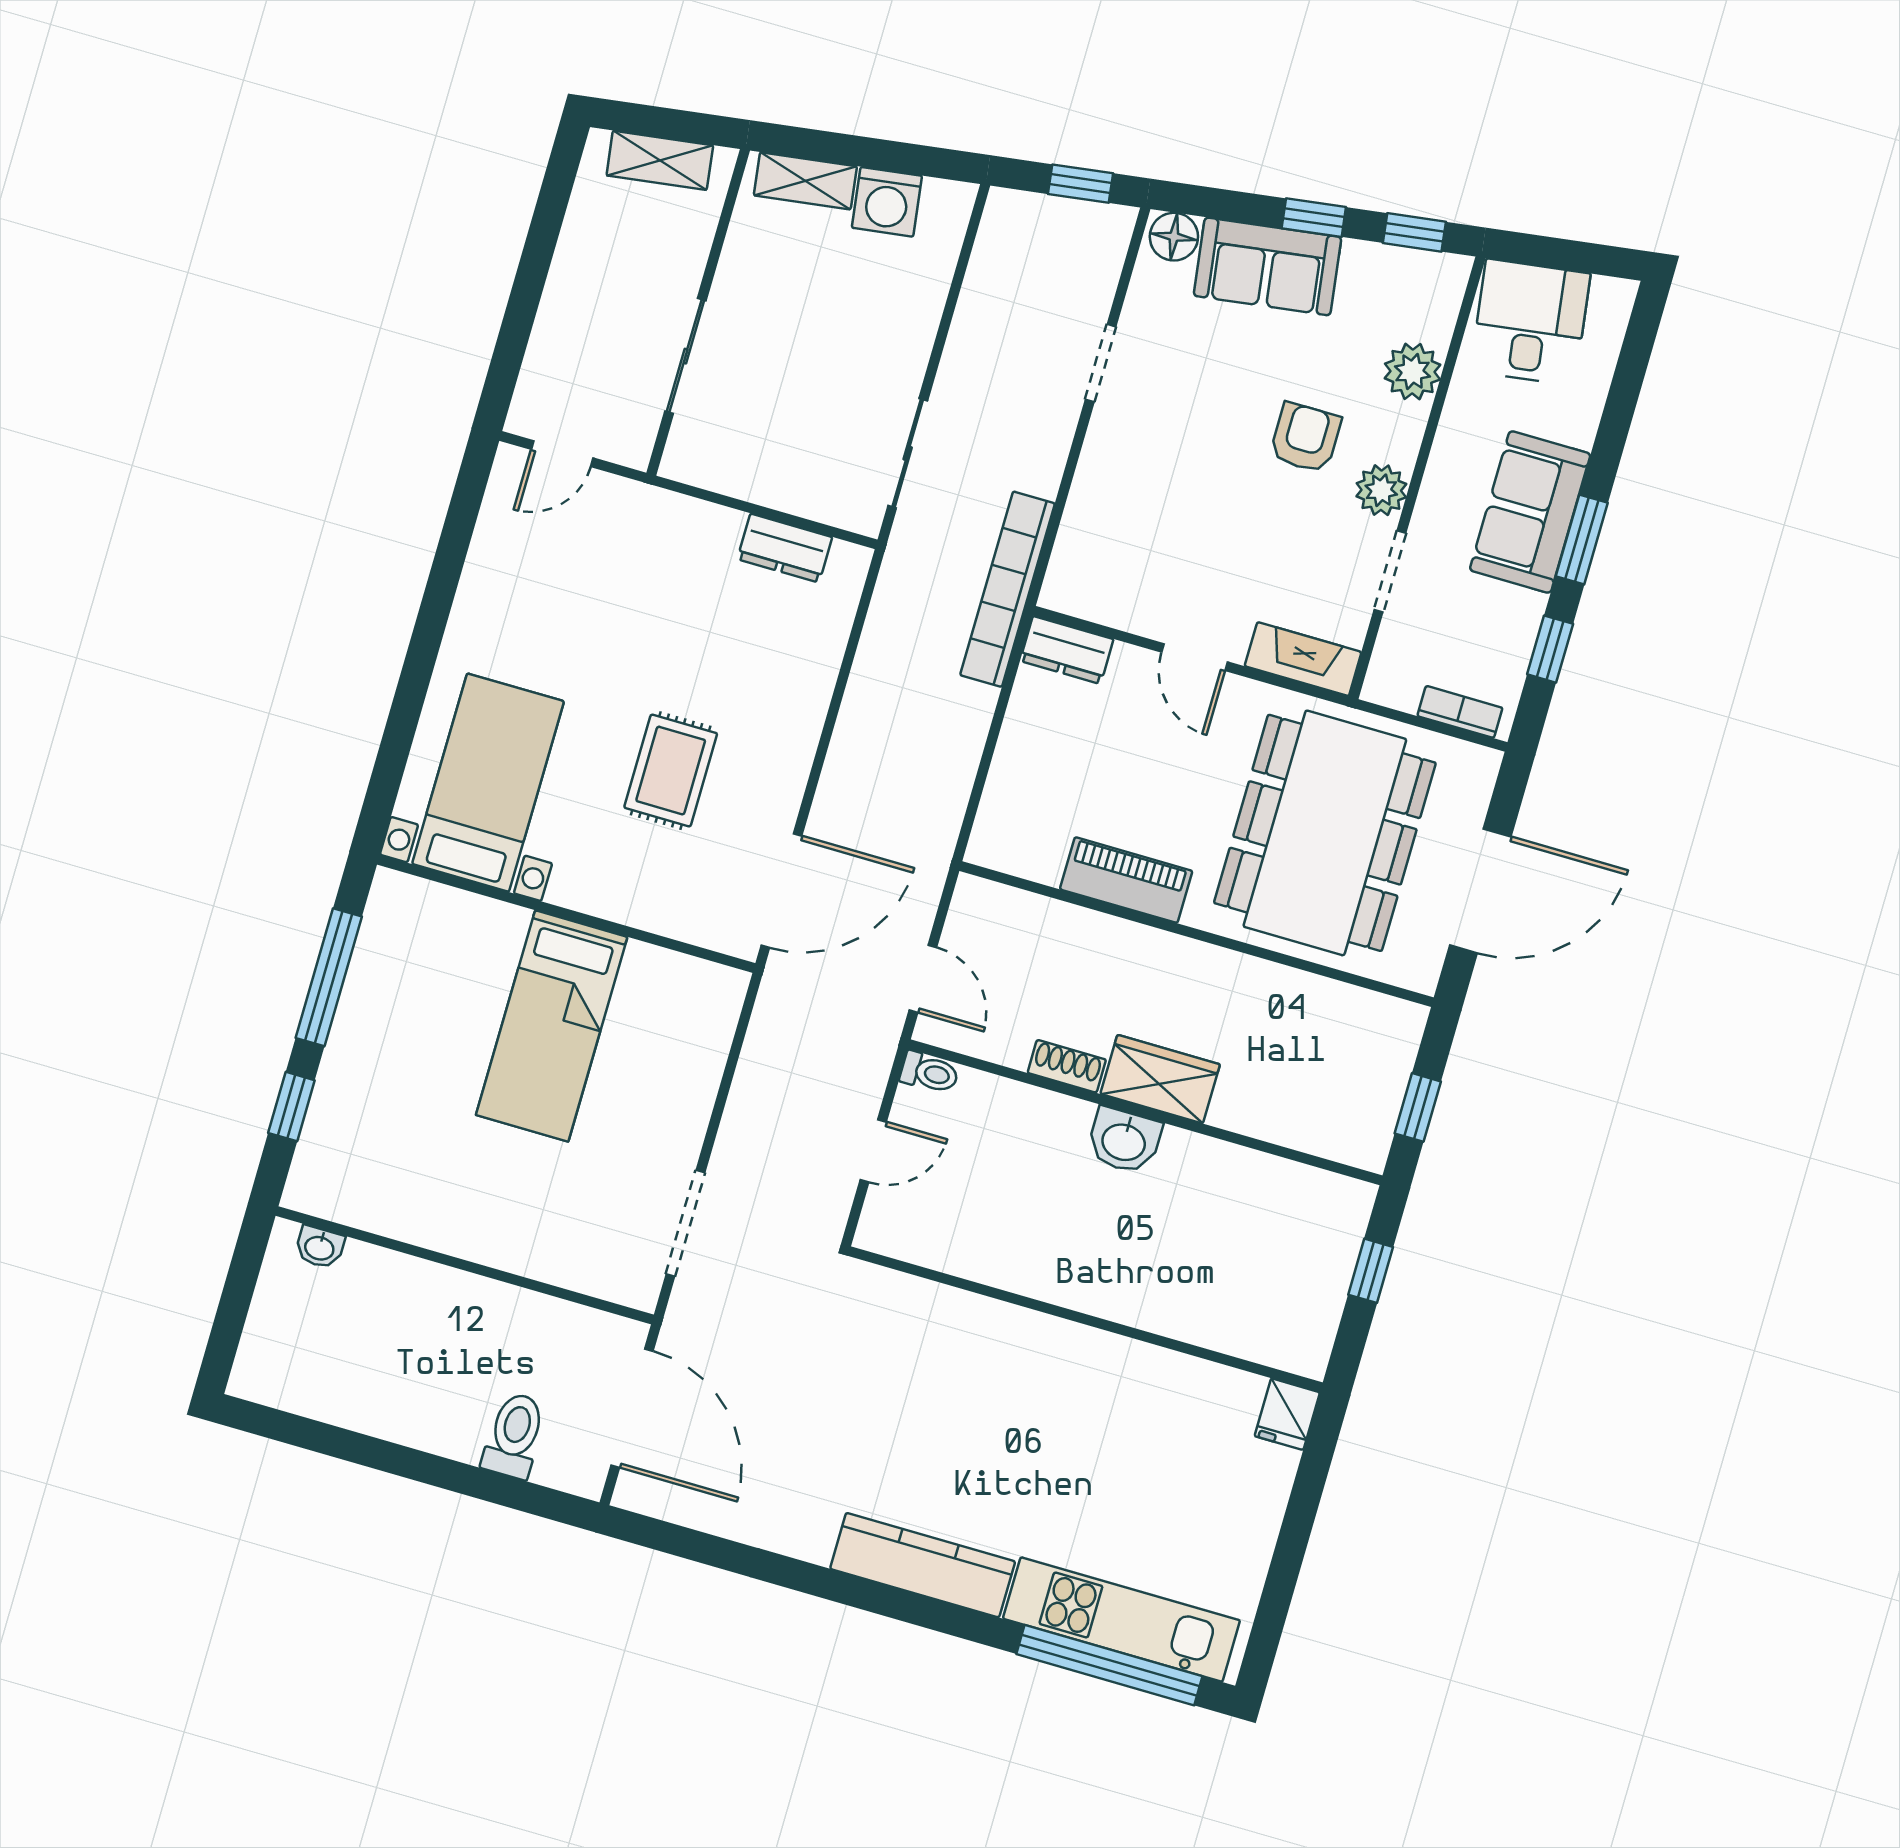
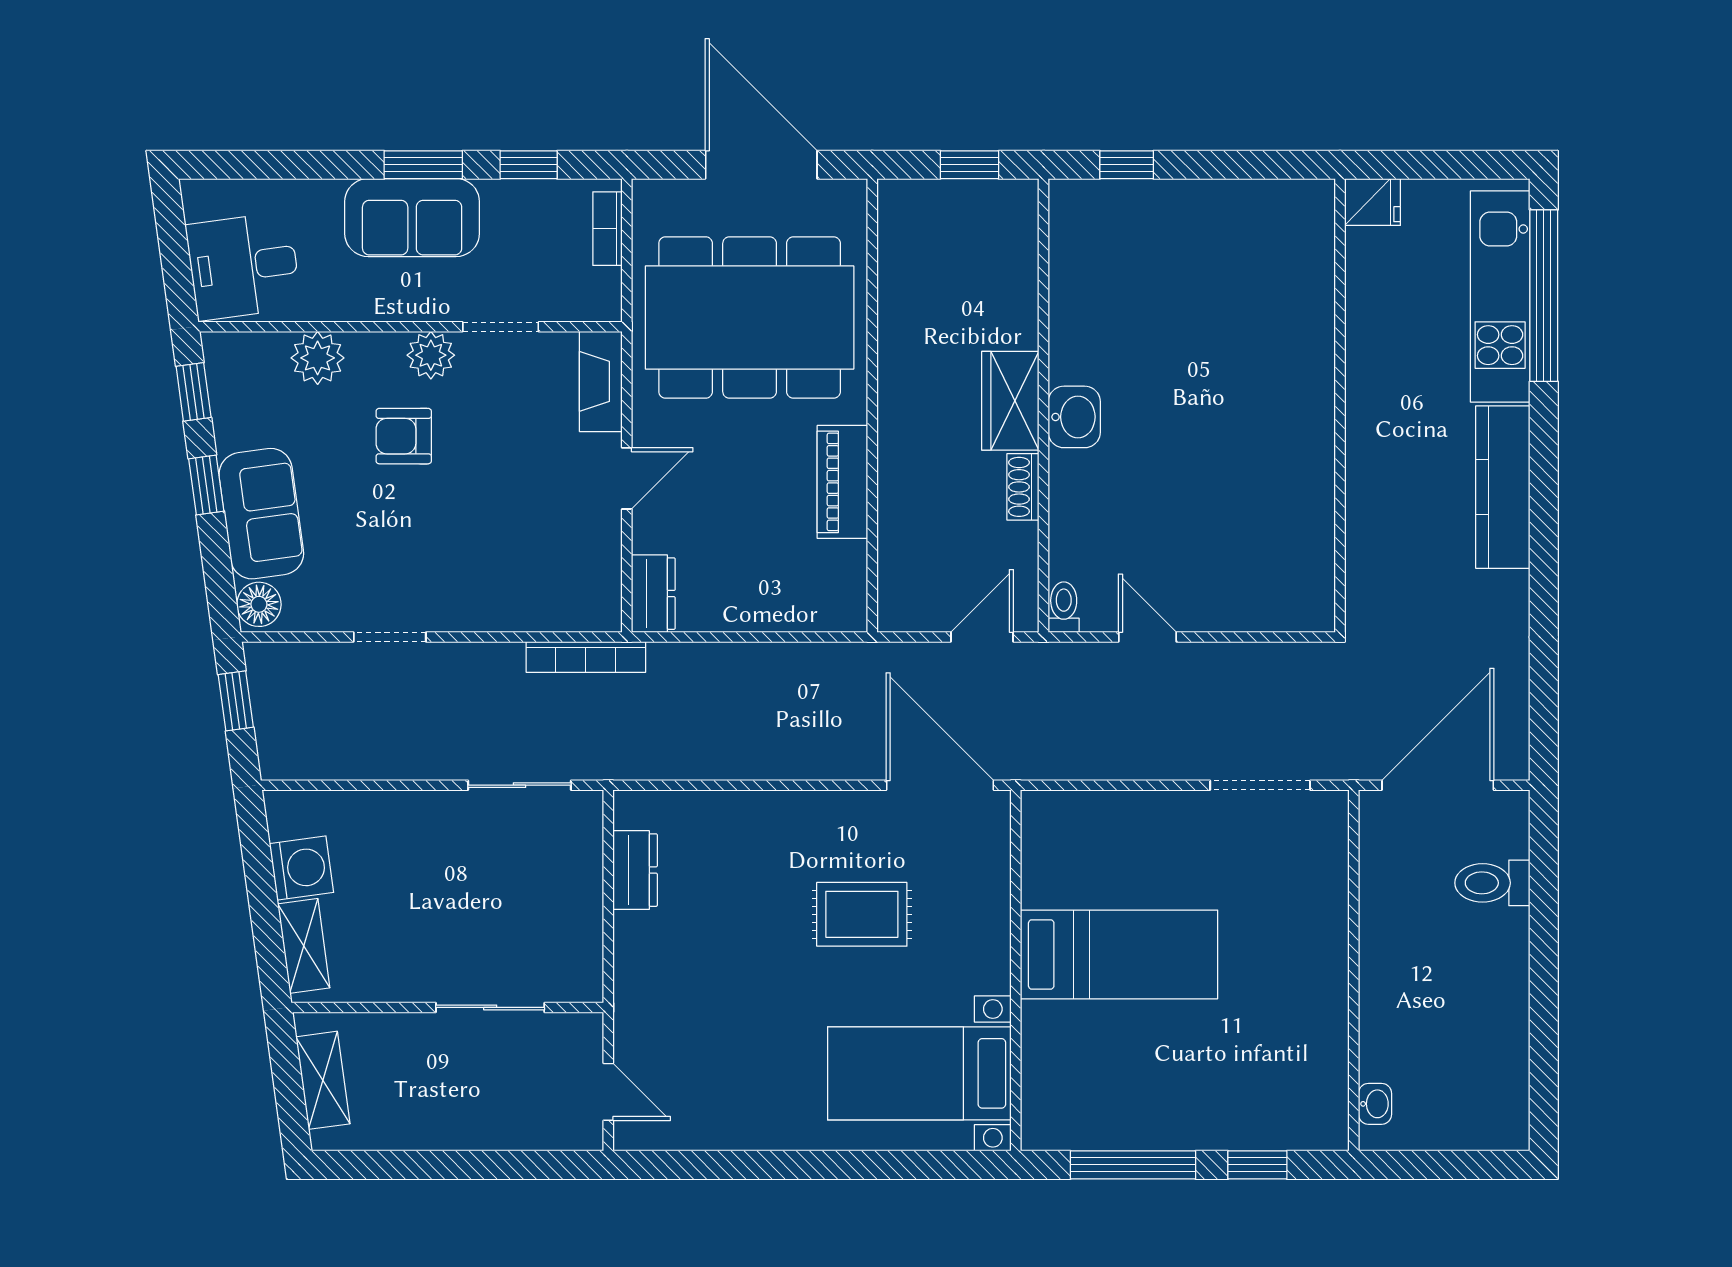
bookcase: (1008, 589) -> (586, 657), width x0.68, depth x0.76
wall: (1085, 1319) -> (1340, 405), moved
fridge: (1287, 1414) -> (1373, 202), moved

